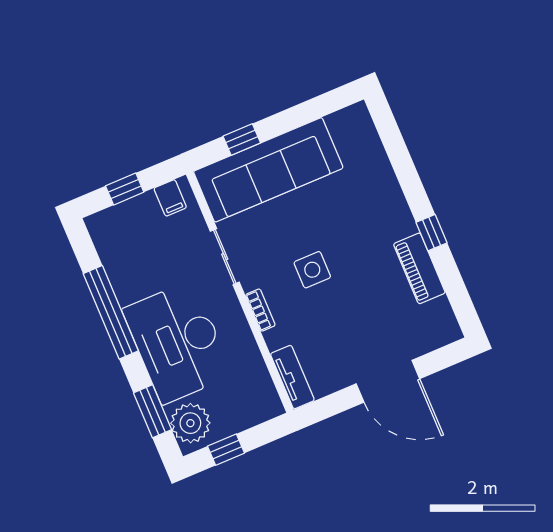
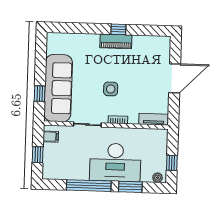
piano: (419, 268) -> (116, 41), moved
window: (153, 411) -> (130, 187), moved
plant: (190, 423) -> (157, 178), width x0.53, depth x0.53

